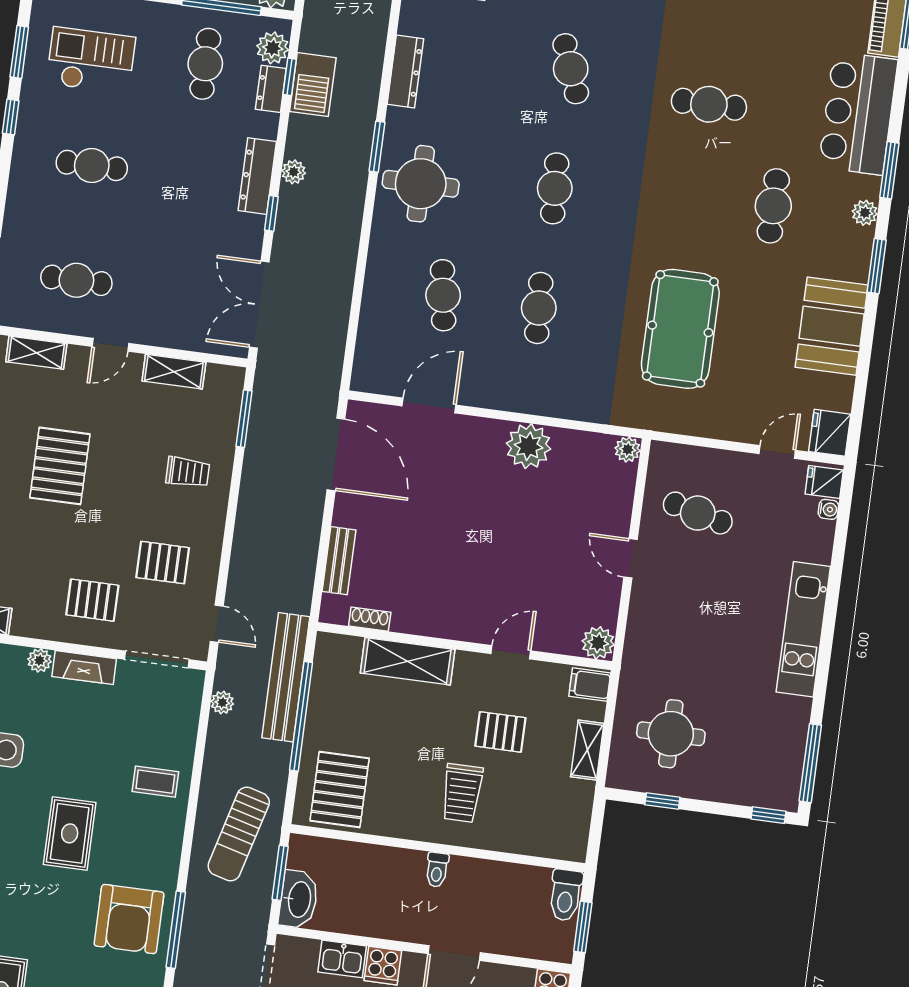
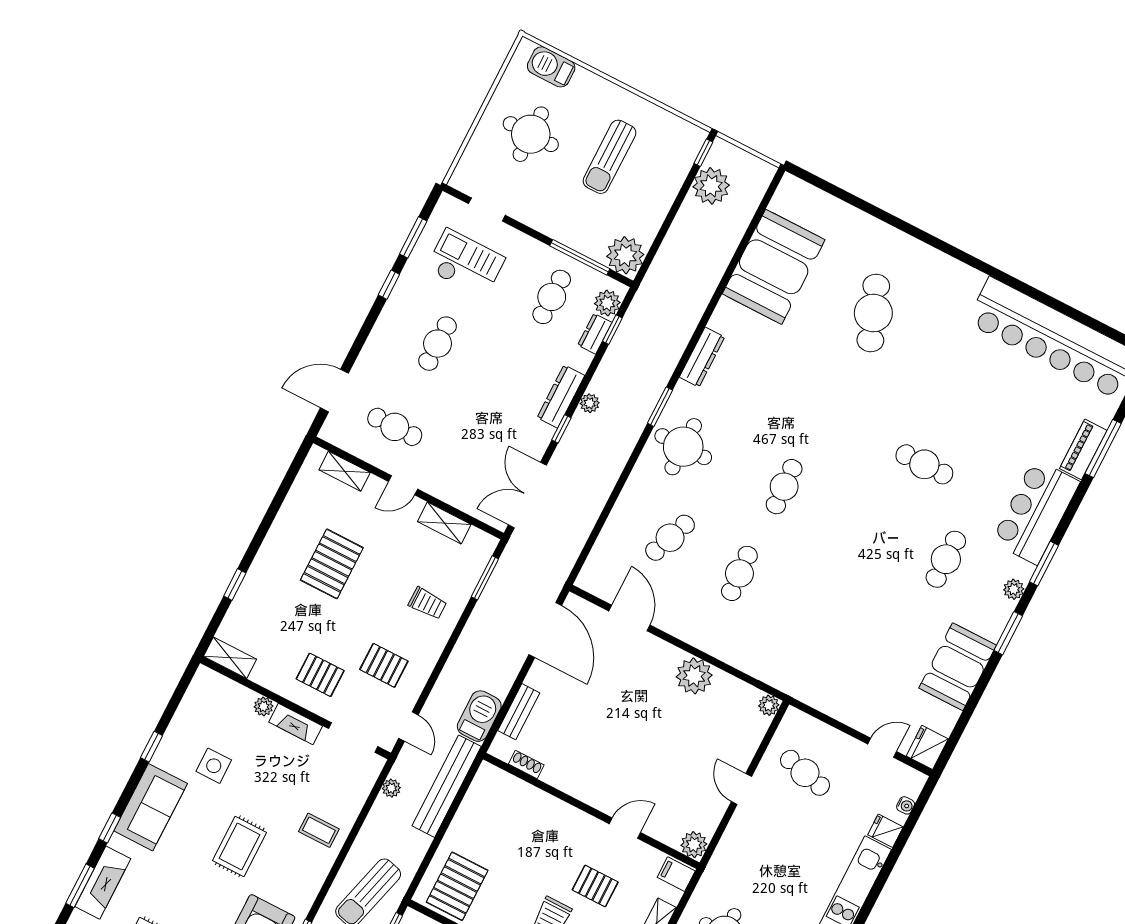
cafe table: (571, 69) -> (829, 400), removed
barbecue: (313, 85) -> (479, 716), moved, turned 180
cafe table: (92, 165) -> (438, 344), turned 90
cafe table: (443, 295) -> (670, 538), turned 30
pool table: (680, 329) -> (842, 628), removed
door: (429, 405) -> (629, 618), hinge flipped
fridge: (824, 482) -> (885, 831), moved
shelving: (408, 661) -> (544, 807), removed
window: (301, 716) -> (448, 820), removed

